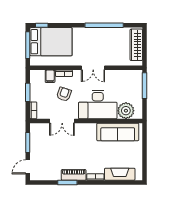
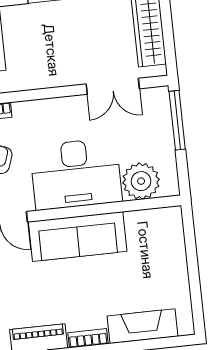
double door: (93, 68) -> (113, 86), moved
sofa: (118, 132) -> (78, 236), moved

